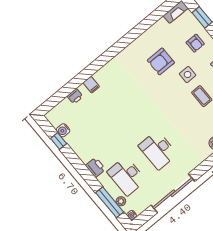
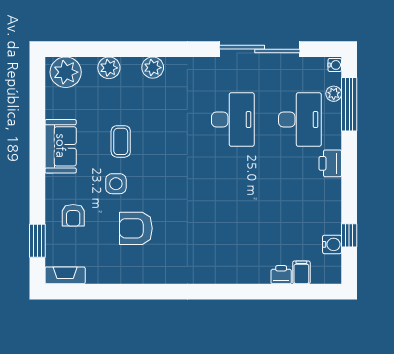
armchair: (195, 43) -> (73, 215), turned 180
armchair: (161, 61) -> (136, 228), turned 180
filing cabinet: (91, 85) -> (301, 272), moved

